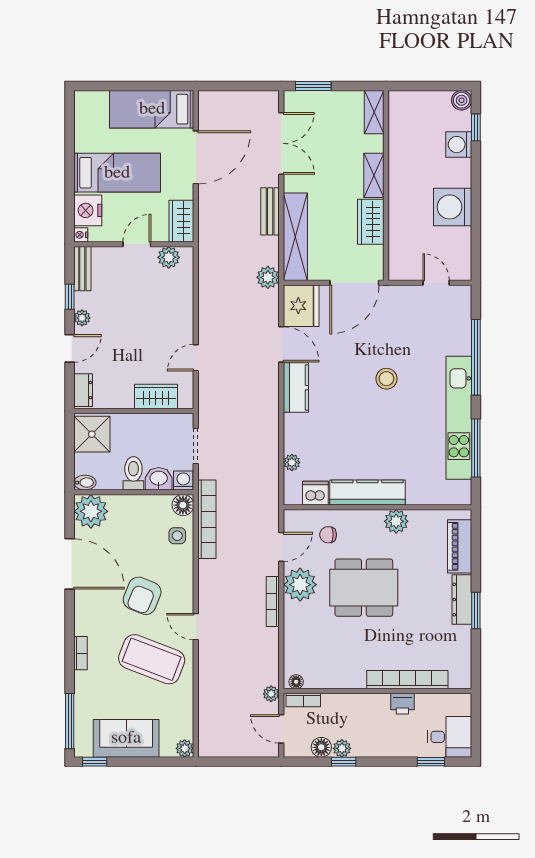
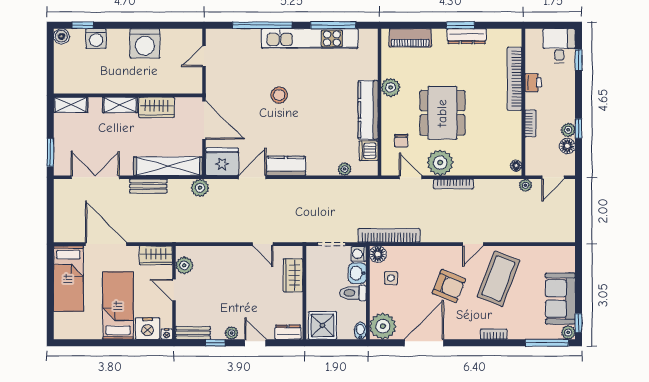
side table: (177, 536) -> (391, 278), moved
dresser: (462, 600) -> (467, 36), moved
bookcase: (303, 700) -> (530, 123), moved
plant: (185, 748) -> (568, 332), moved

